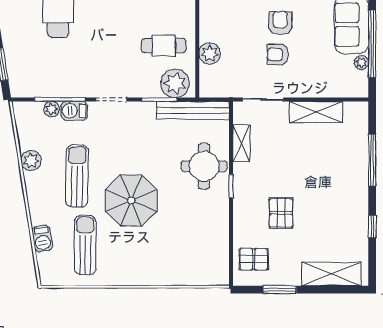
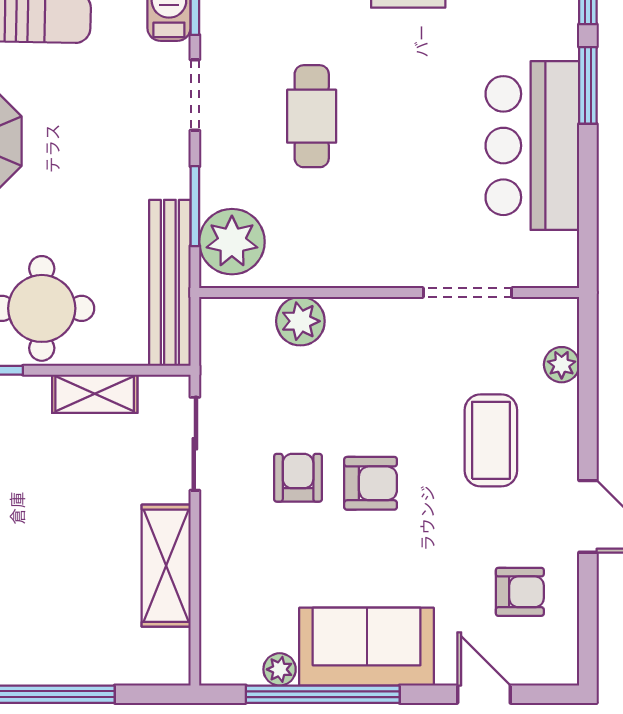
cafe table: (164, 46) -> (312, 116), moved

